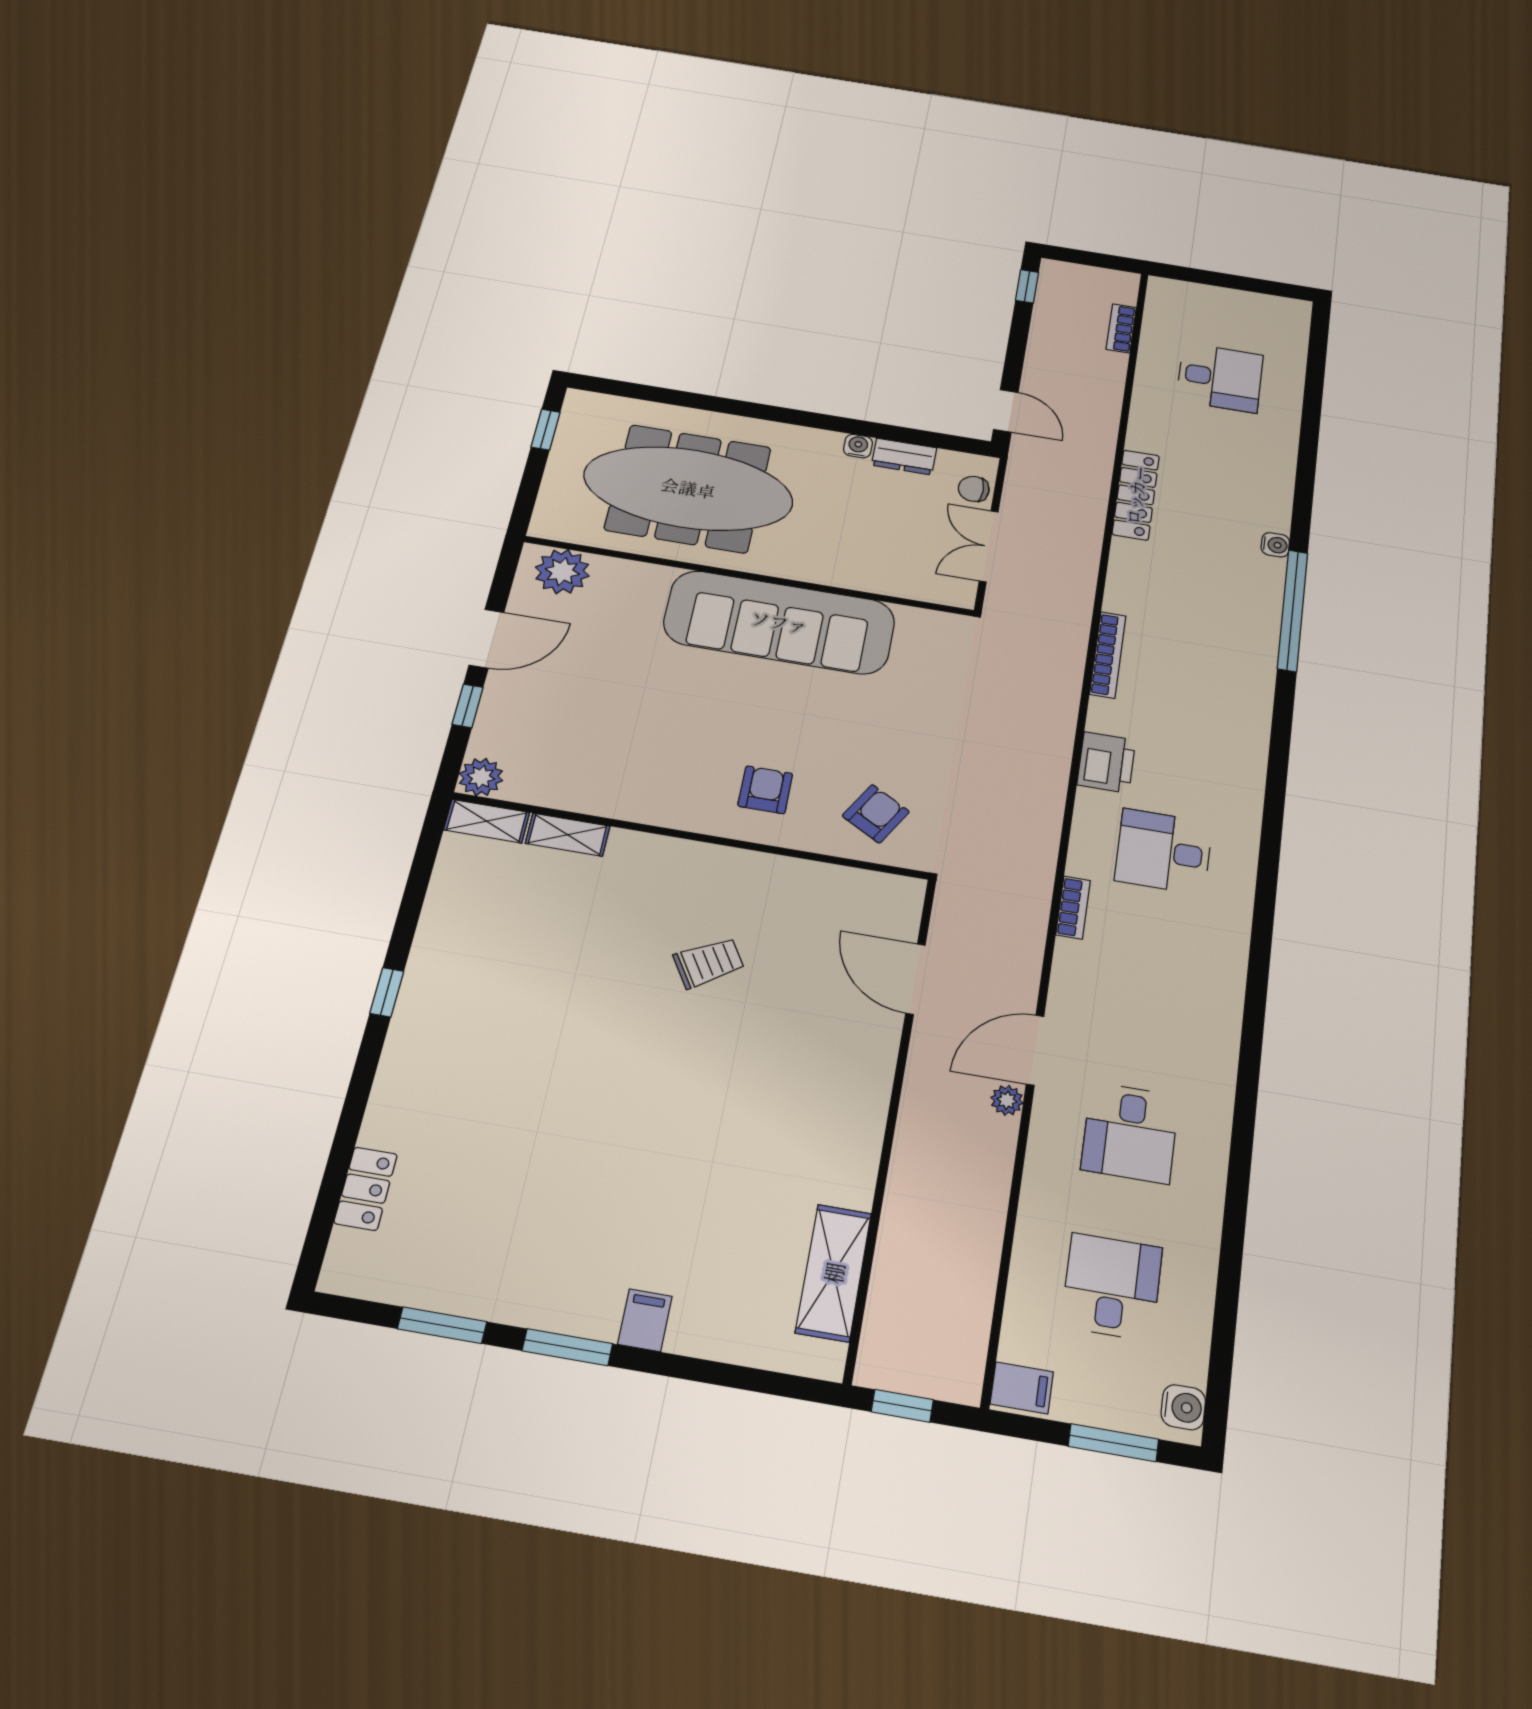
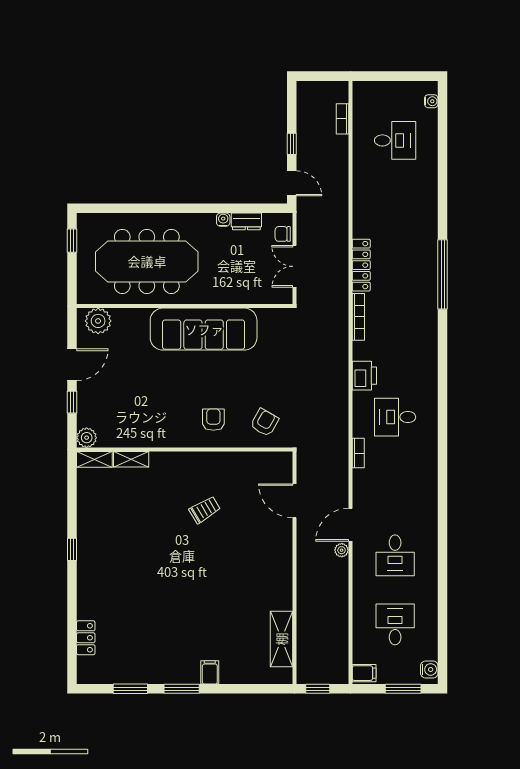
window: (1027, 286) -> (292, 144), moved
locker: (1136, 495) -> (361, 265), moved
water cooler: (1275, 545) -> (431, 101), moved

